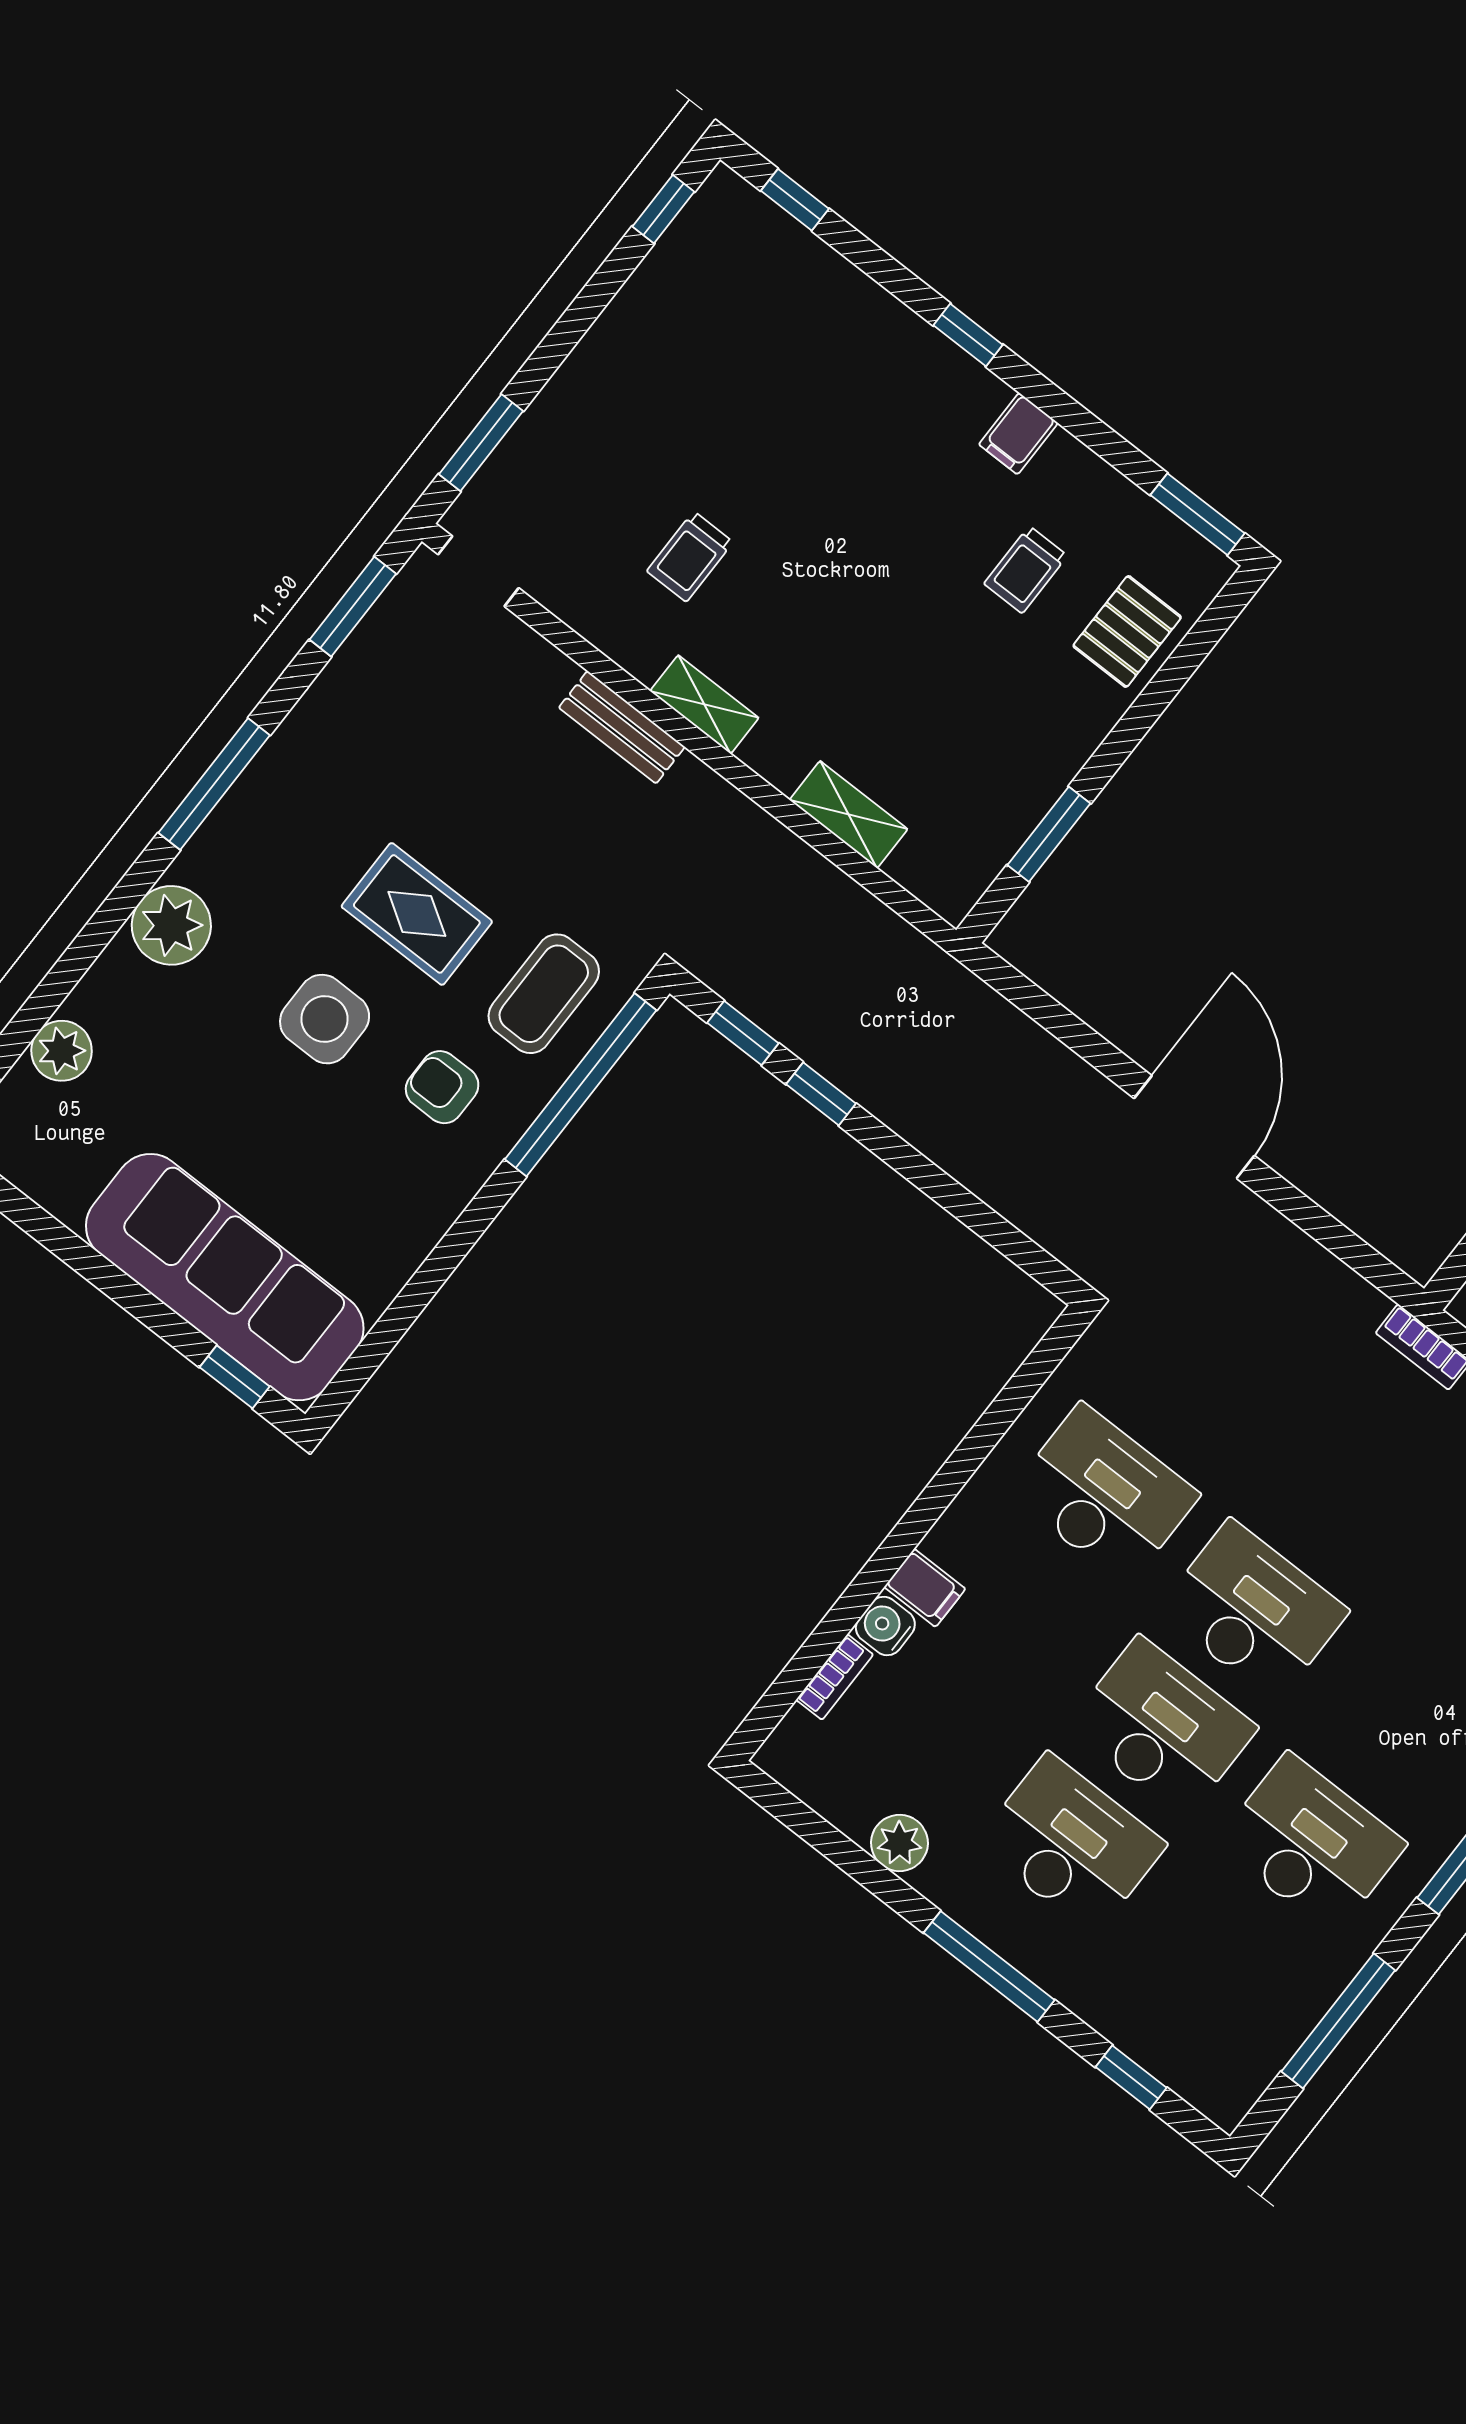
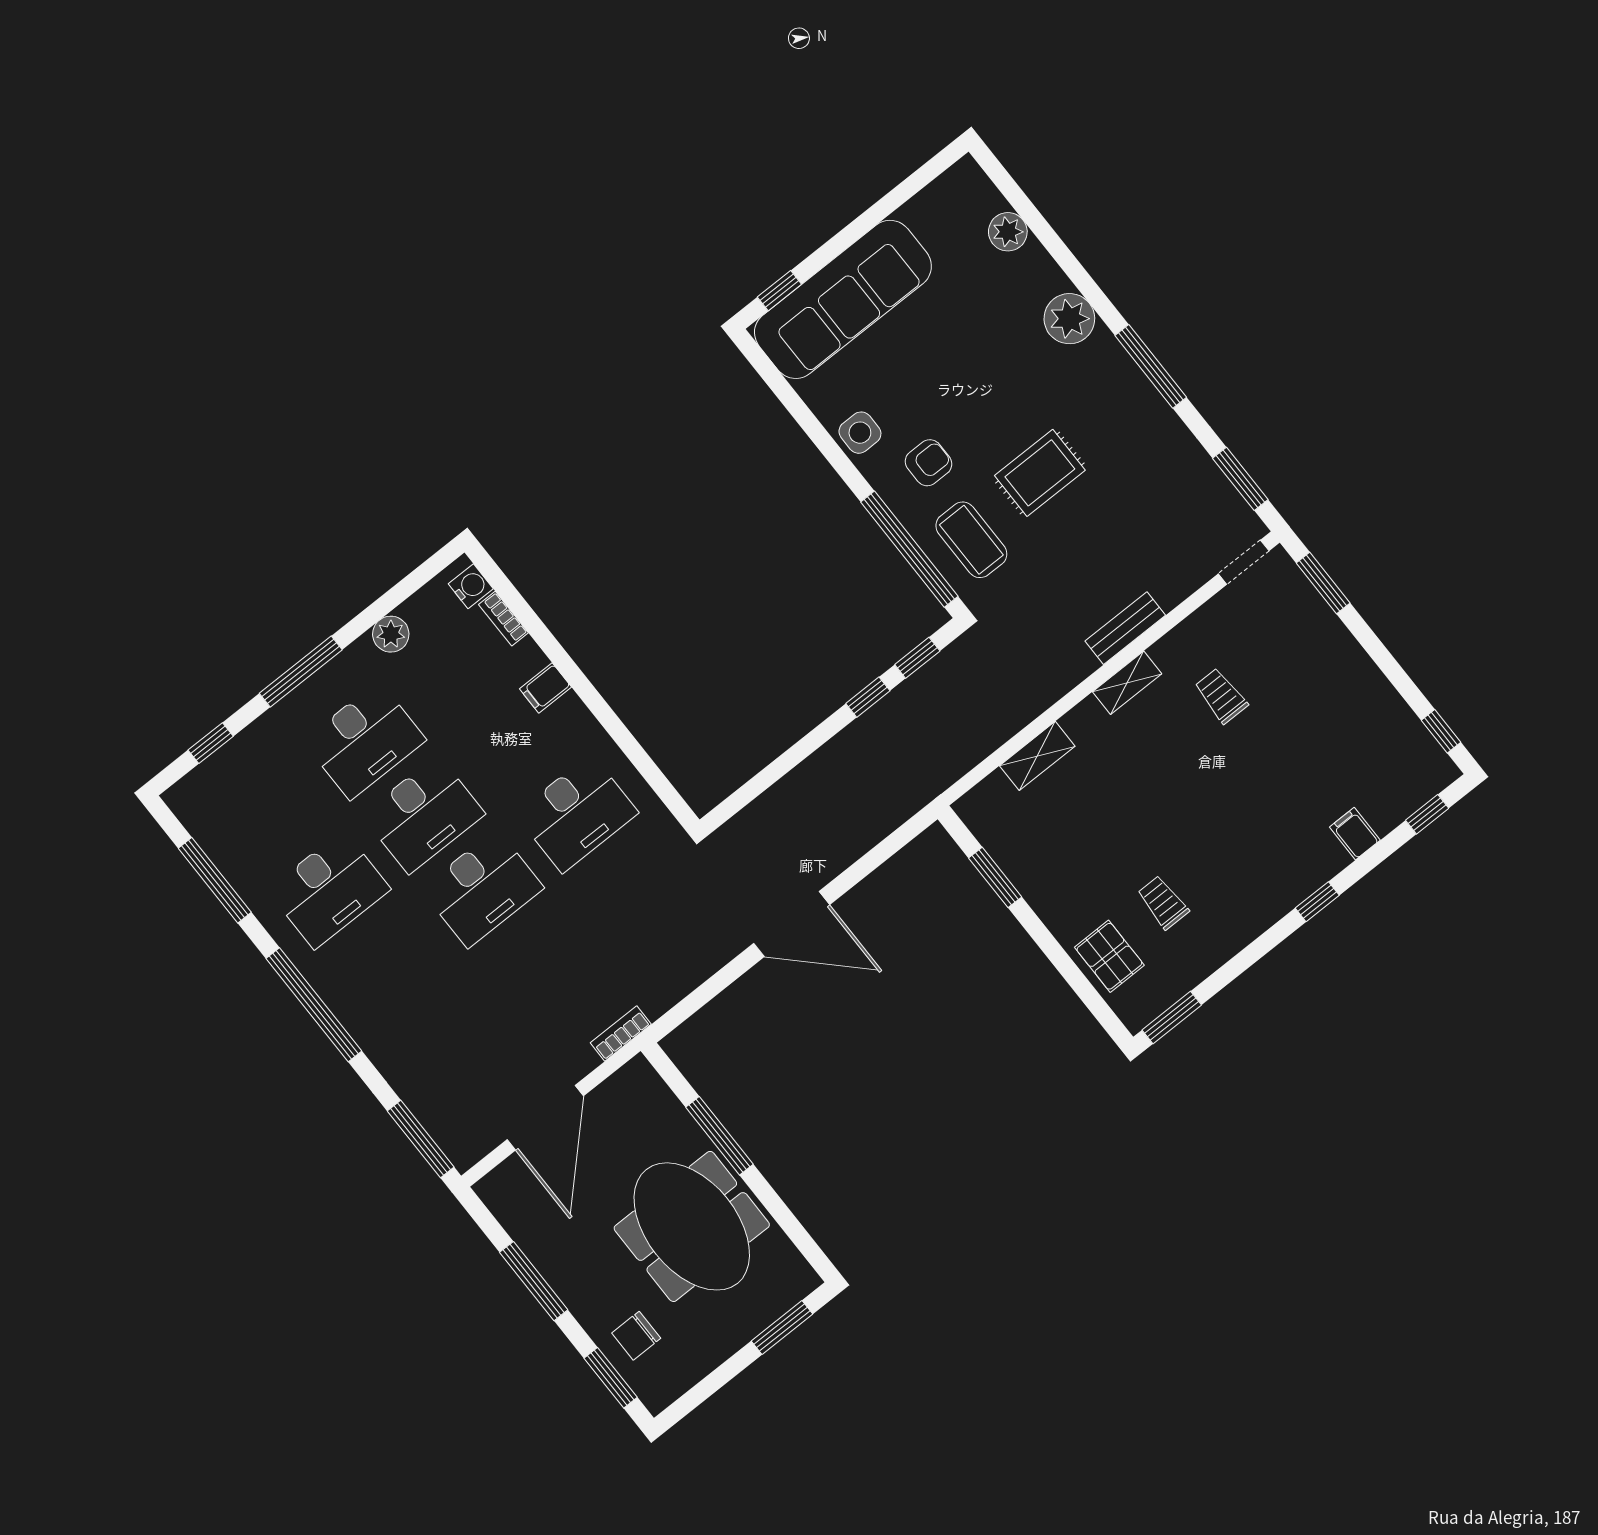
filing cabinet: (1018, 434) -> (1355, 834), moved
side table: (325, 1019) -> (860, 433), moved, width x0.73, depth x0.73
water cooler: (885, 1626) -> (471, 586), moved

